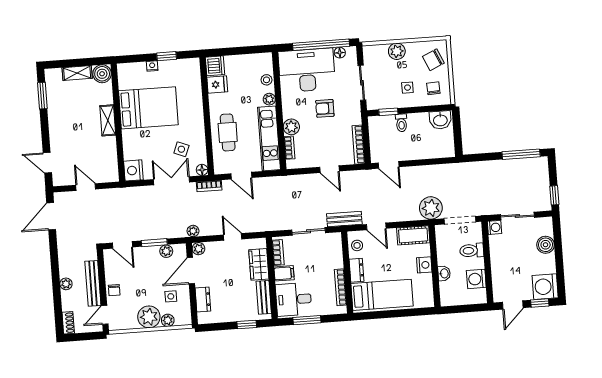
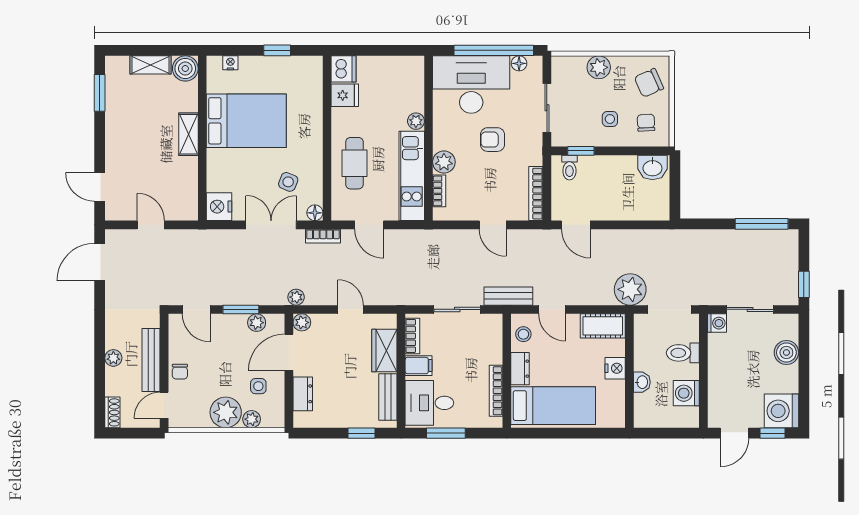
nightstand: (152, 66) -> (230, 63), moved
stool: (266, 80) -> (414, 94), removed
toilet: (401, 123) -> (569, 168), moved

